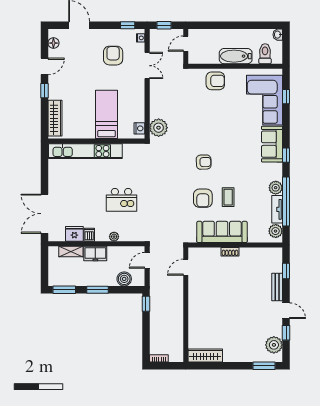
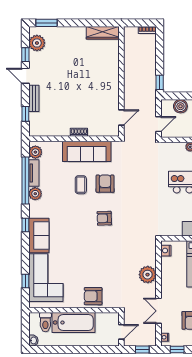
bathtub: (236, 56) -> (74, 323), width x1.36, depth x1.36
plant: (159, 128) -> (148, 275), moved

